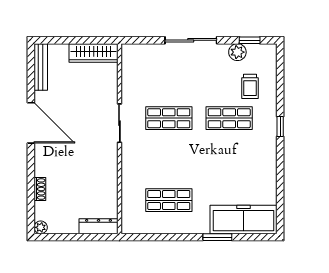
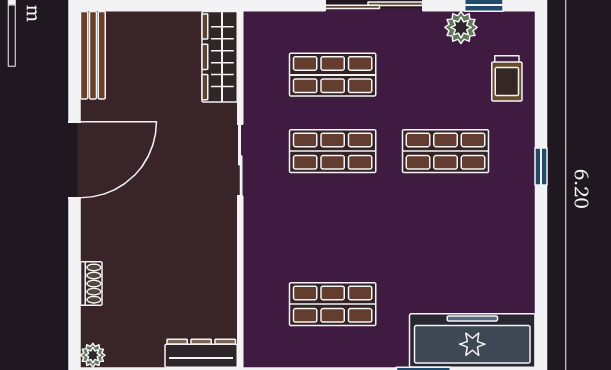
wardrobe: (94, 53) -> (220, 57), moved, turned 90
shop shelf: (169, 77) -> (333, 75), added
trolley: (250, 86) -> (507, 78), moved
door: (31, 123) -> (75, 160), hinge flipped

